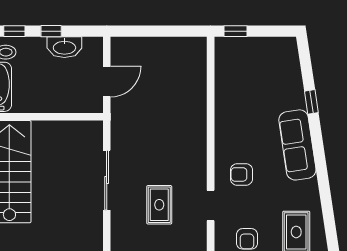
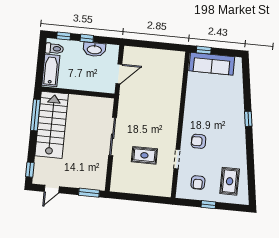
window: (311, 102) -> (248, 119), moved
sofa: (297, 145) -> (212, 64), moved, turned -81
rug: (159, 205) -> (144, 155), turned 90

